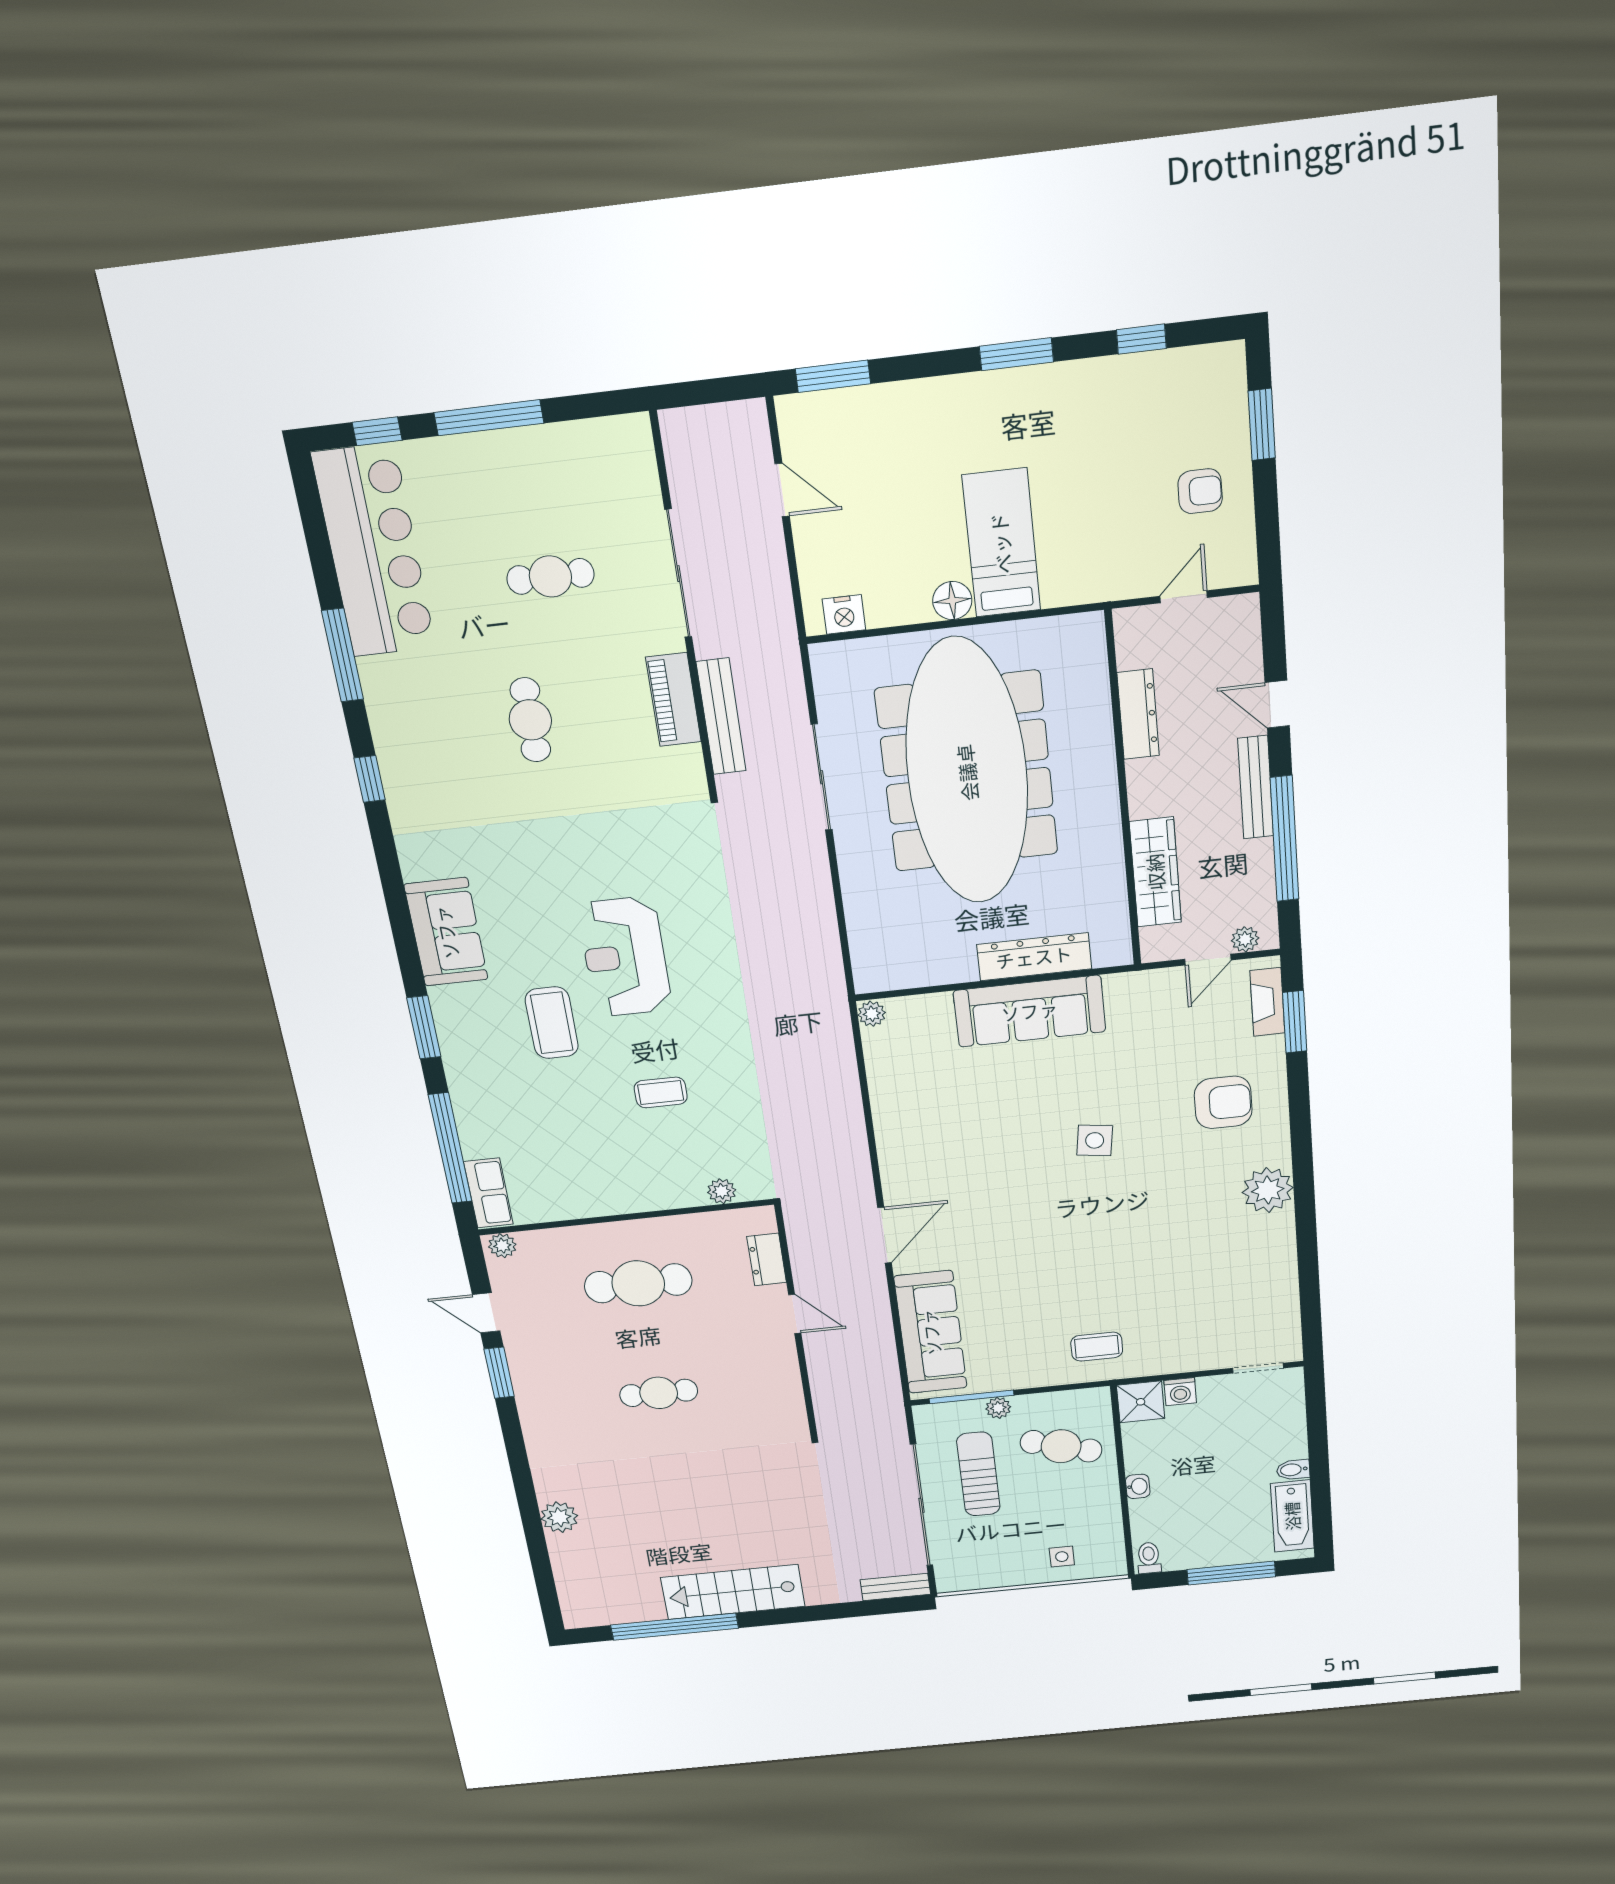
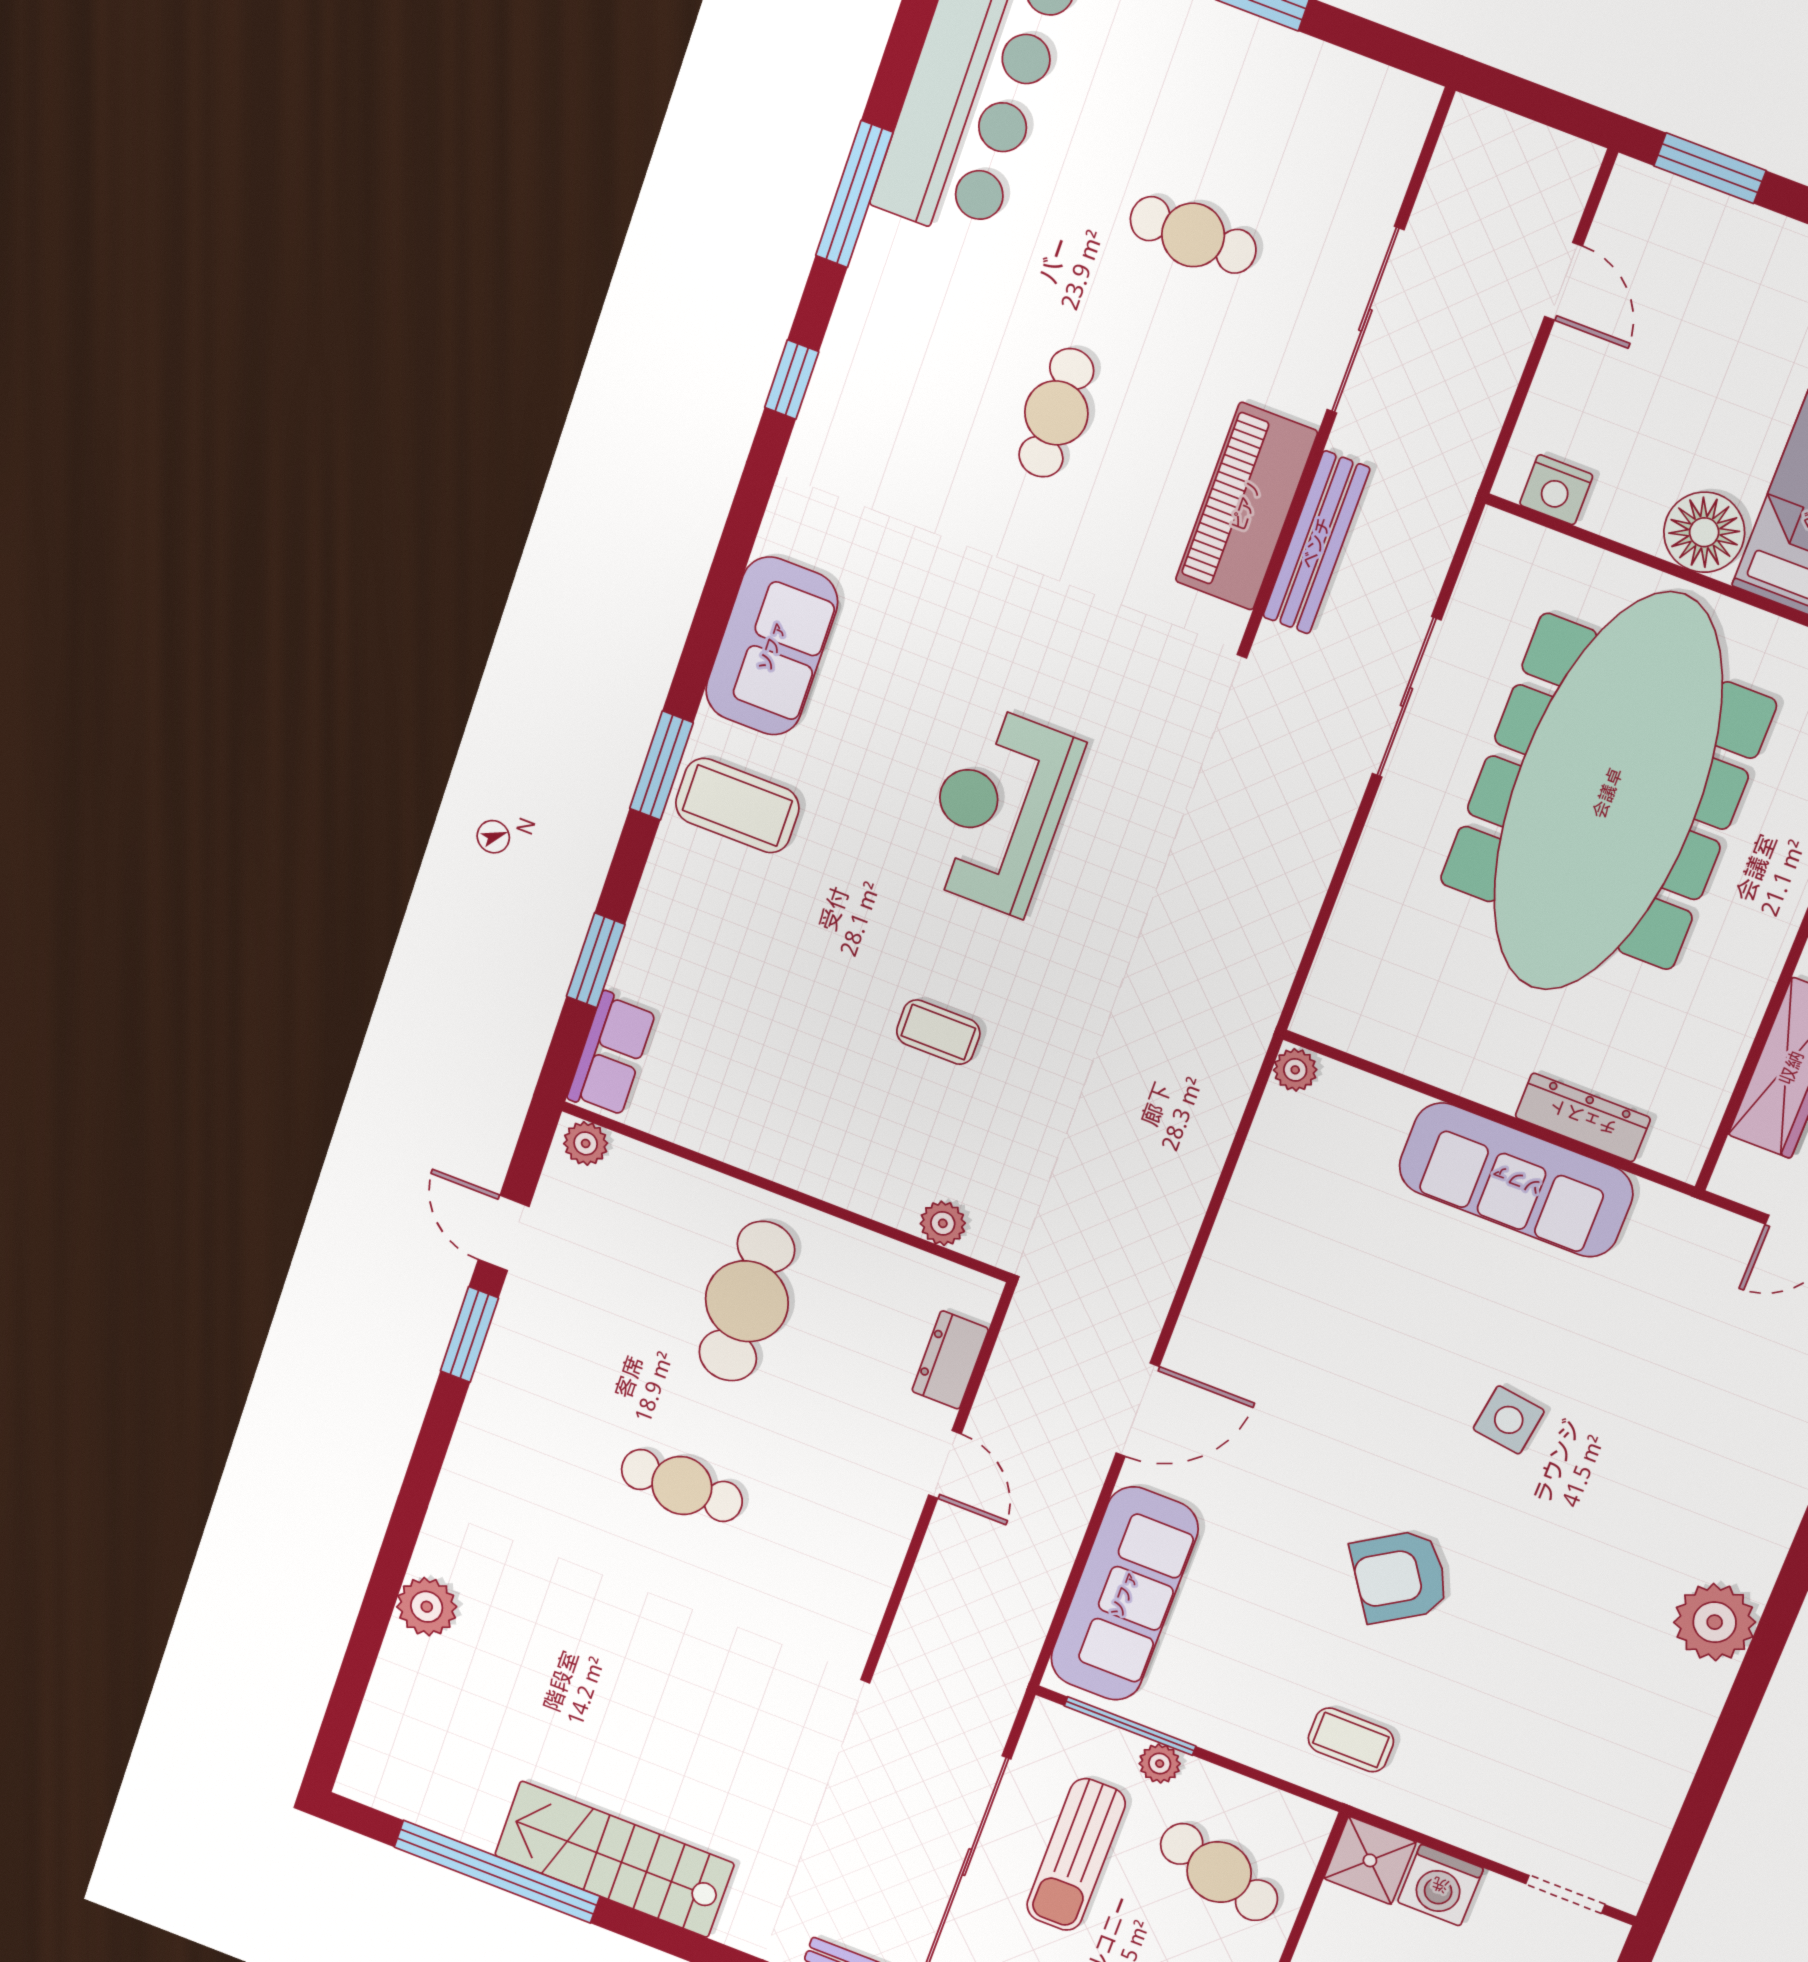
floor lamp: (952, 601) -> (1704, 532), width x1.38, depth x1.38
piano: (673, 700) -> (1246, 506), width x1.37, depth x1.33
dresser: (1034, 957) -> (1583, 1117), width x0.73, depth x0.80
coffee table: (552, 1023) -> (737, 806), moved, turned 90
armchair: (1223, 1102) -> (1400, 1576), moved, turned 147
window: (450, 1148) -> (596, 960), width x0.47
cafe table: (638, 1283) -> (747, 1301), turned 90
washing machine: (1180, 1392) -> (1440, 1885), width x1.38, depth x1.38
sun lounger: (978, 1474) -> (1076, 1855), turned 180

